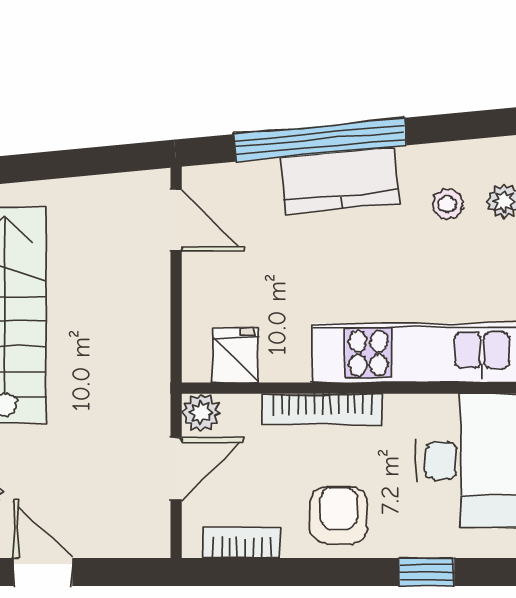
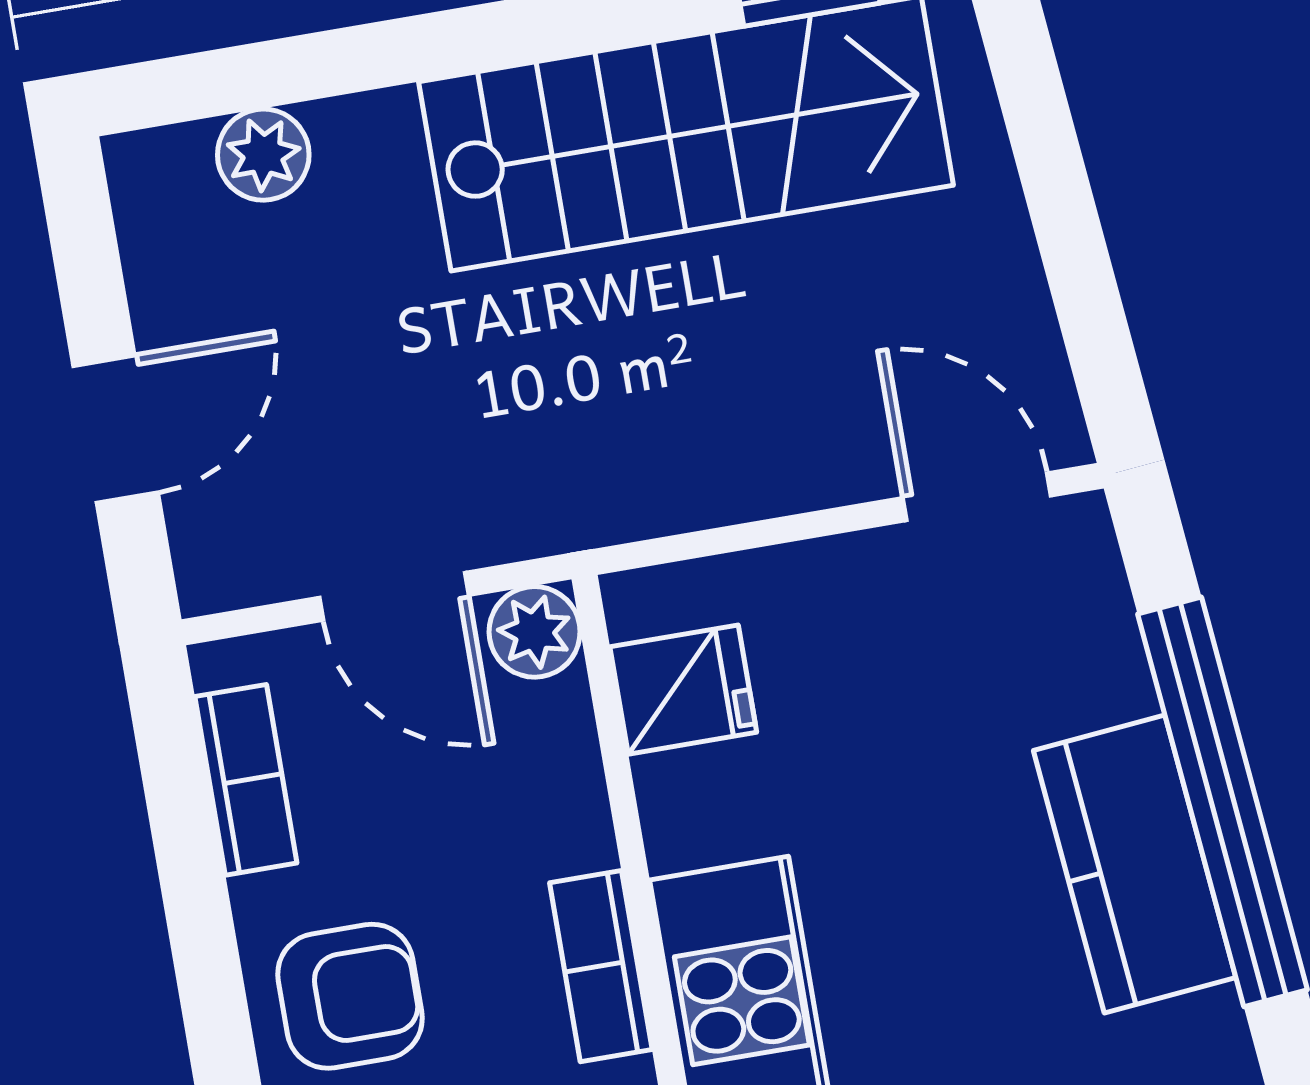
door: (176, 220) -> (977, 497), swing flipped
bookcase: (323, 409) -> (601, 966), width x0.64
door: (43, 572) -> (116, 429), moved

